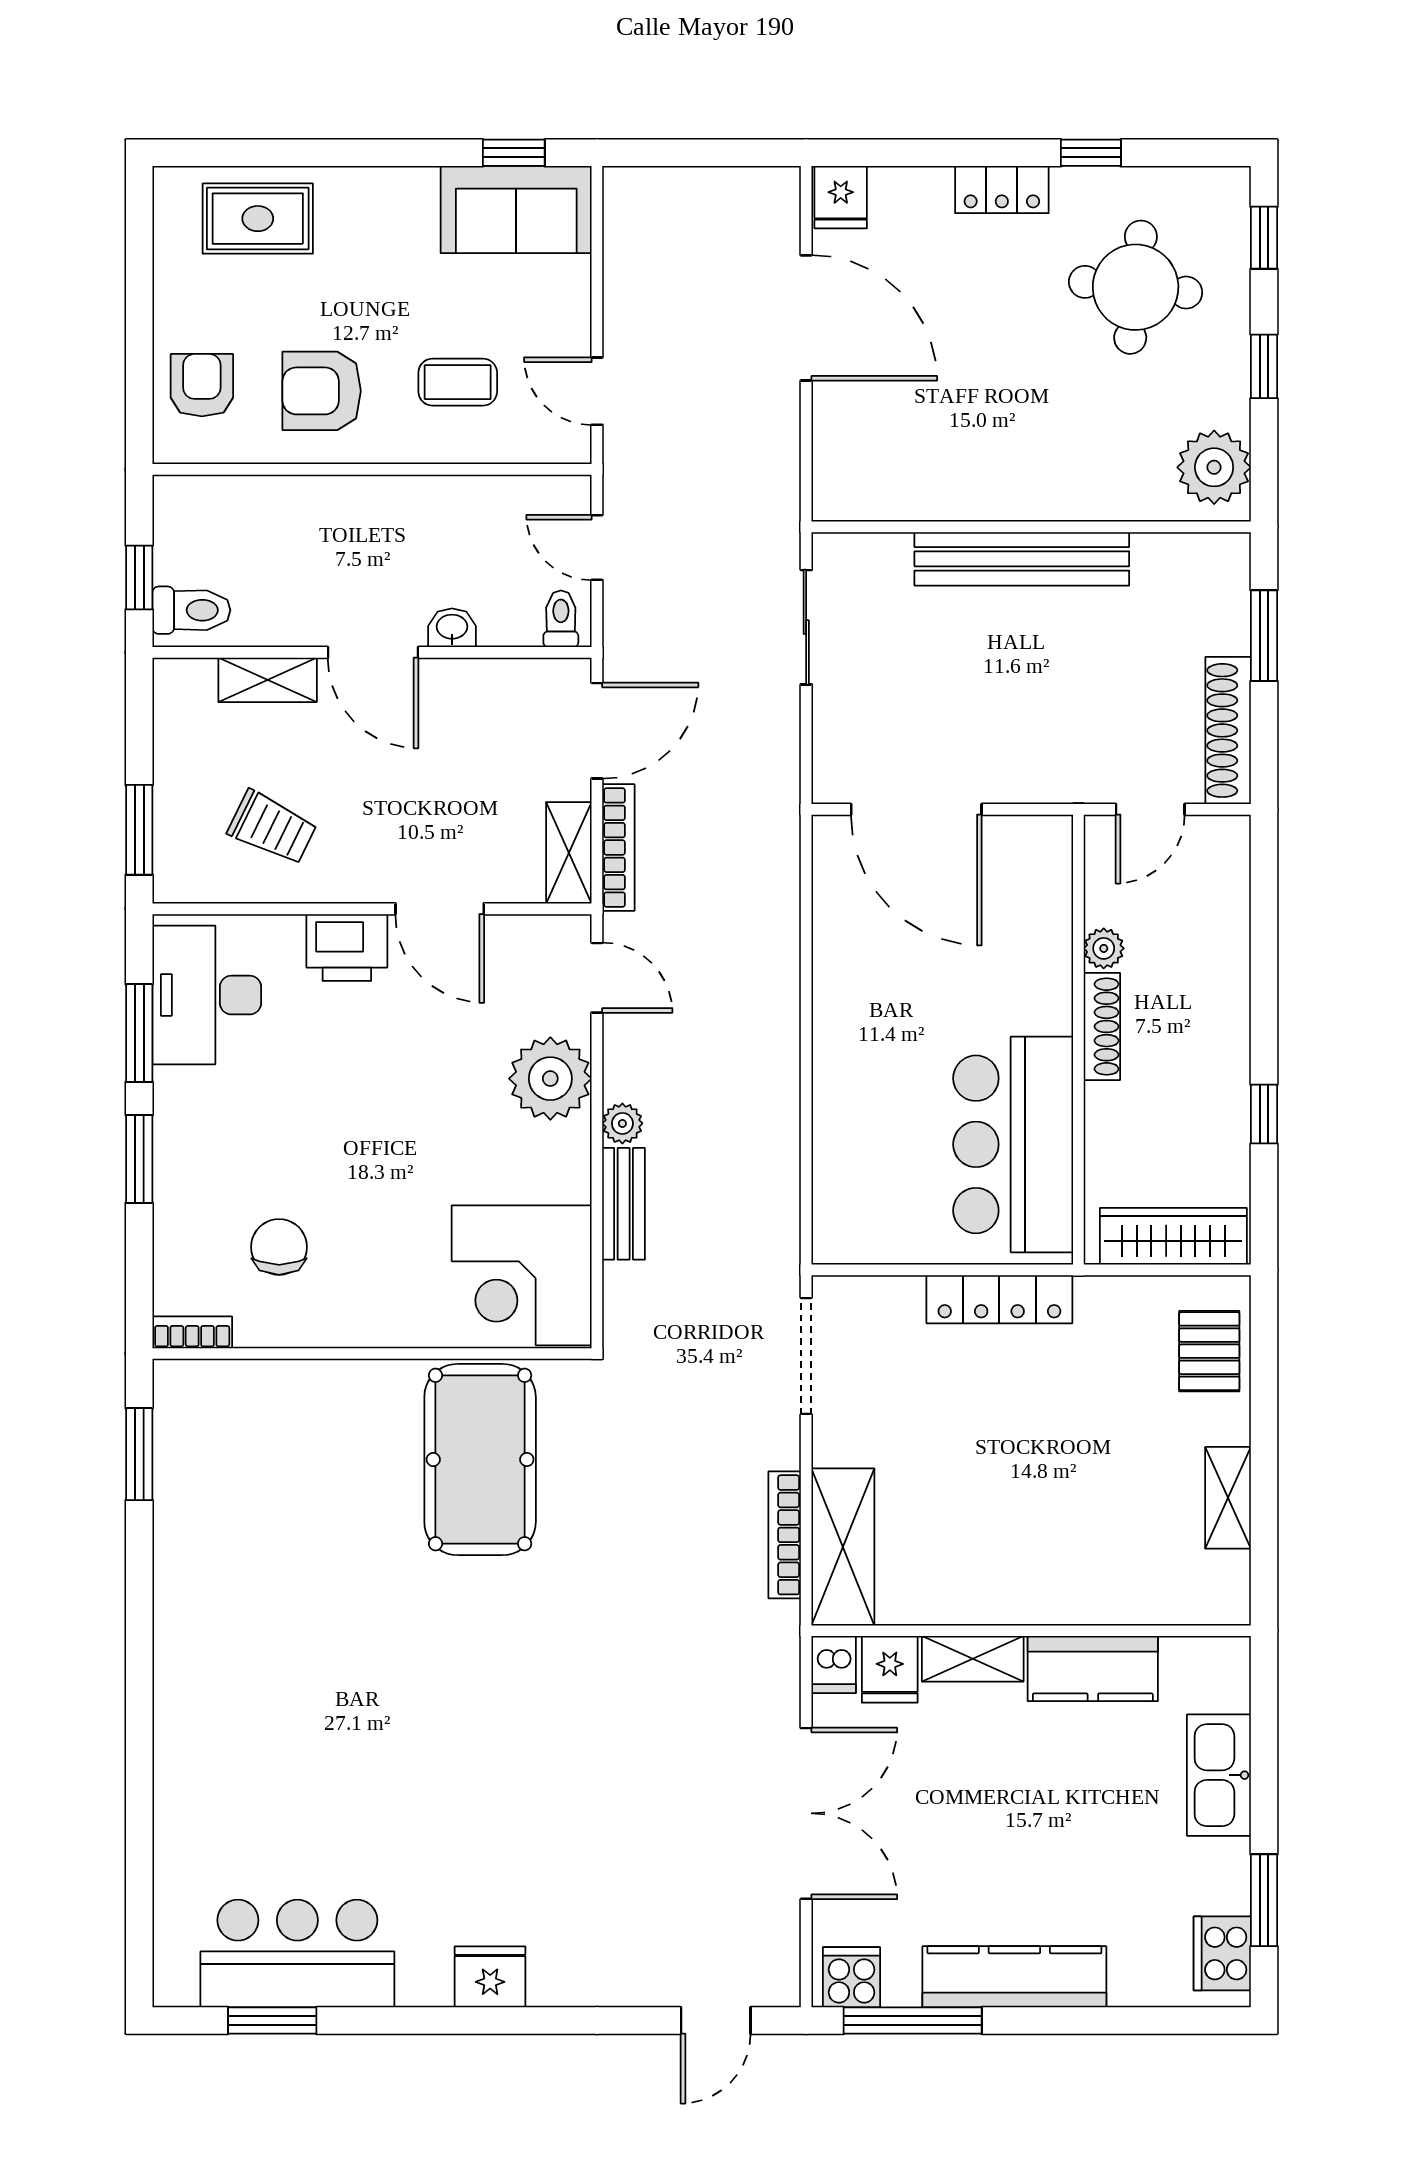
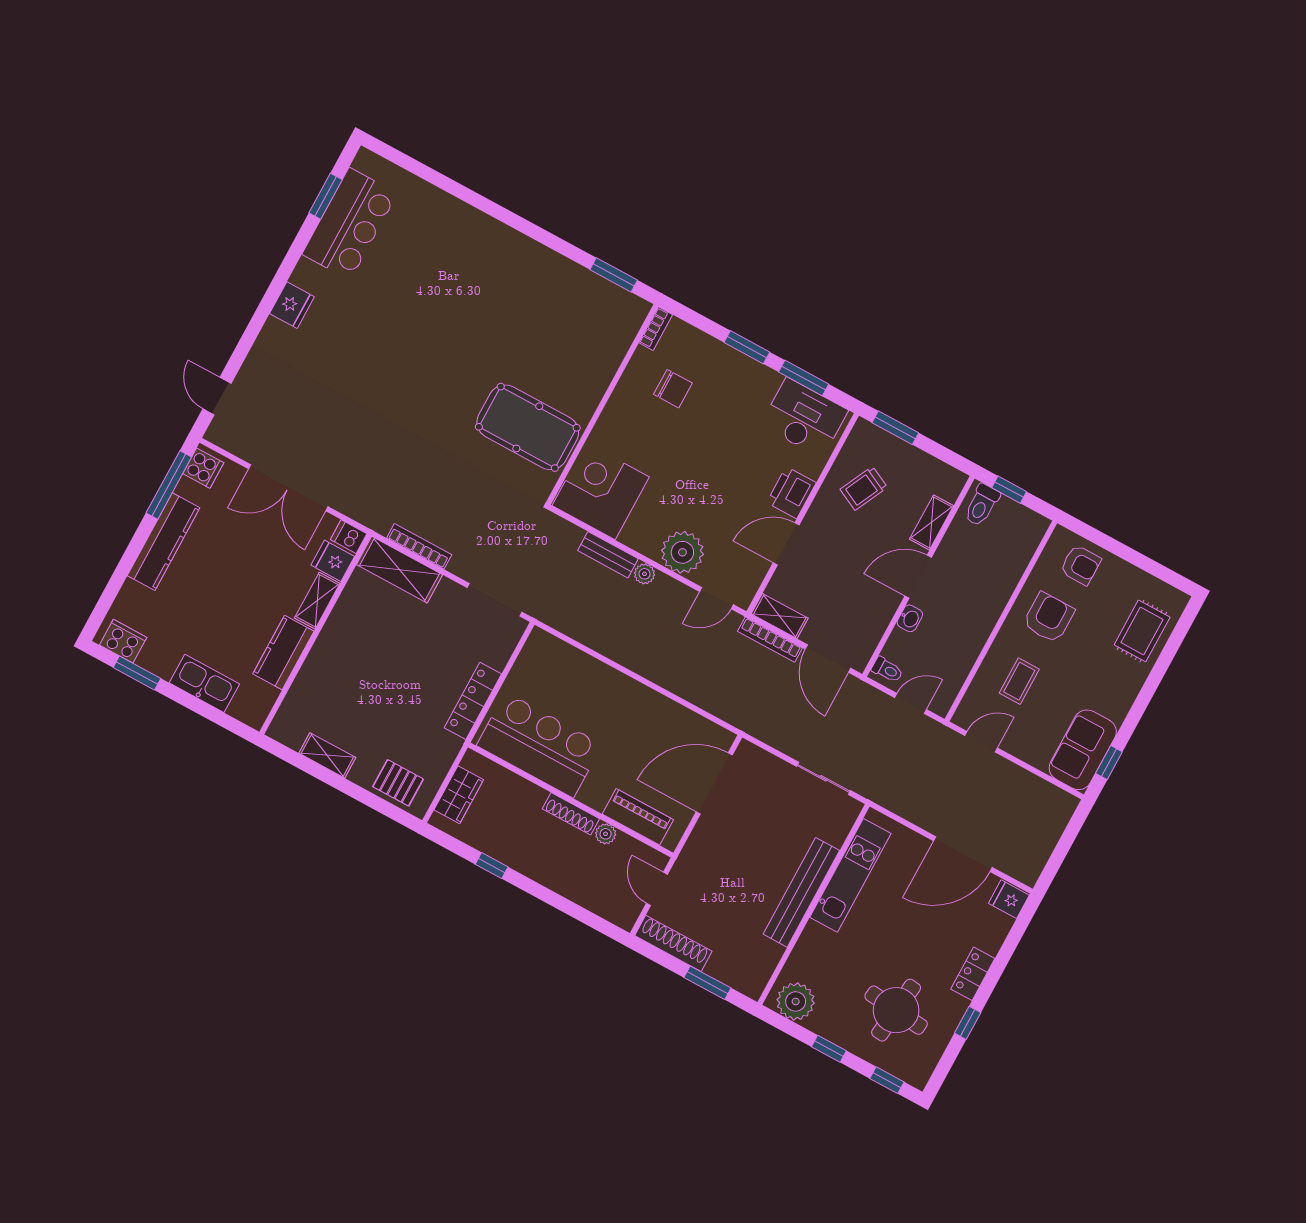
kitchen unit: (947, 491) -> (850, 875), added
piano: (1045, 909) -> (638, 817), added
wardrobe: (1173, 1236) -> (459, 795), width x0.67

